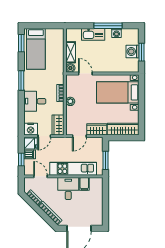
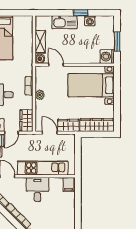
window: (108, 26) -> (81, 13), width x0.46
washing machine: (133, 52) -> (107, 57), moved
door: (79, 136) -> (50, 133), swing flipped
window: (106, 160) -> (78, 159), removed
filing cabinet: (84, 184) -> (69, 184), moved

